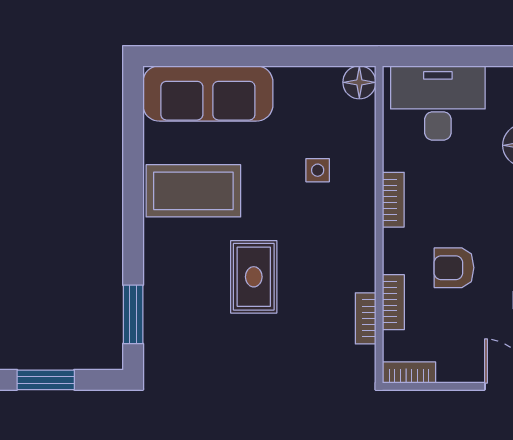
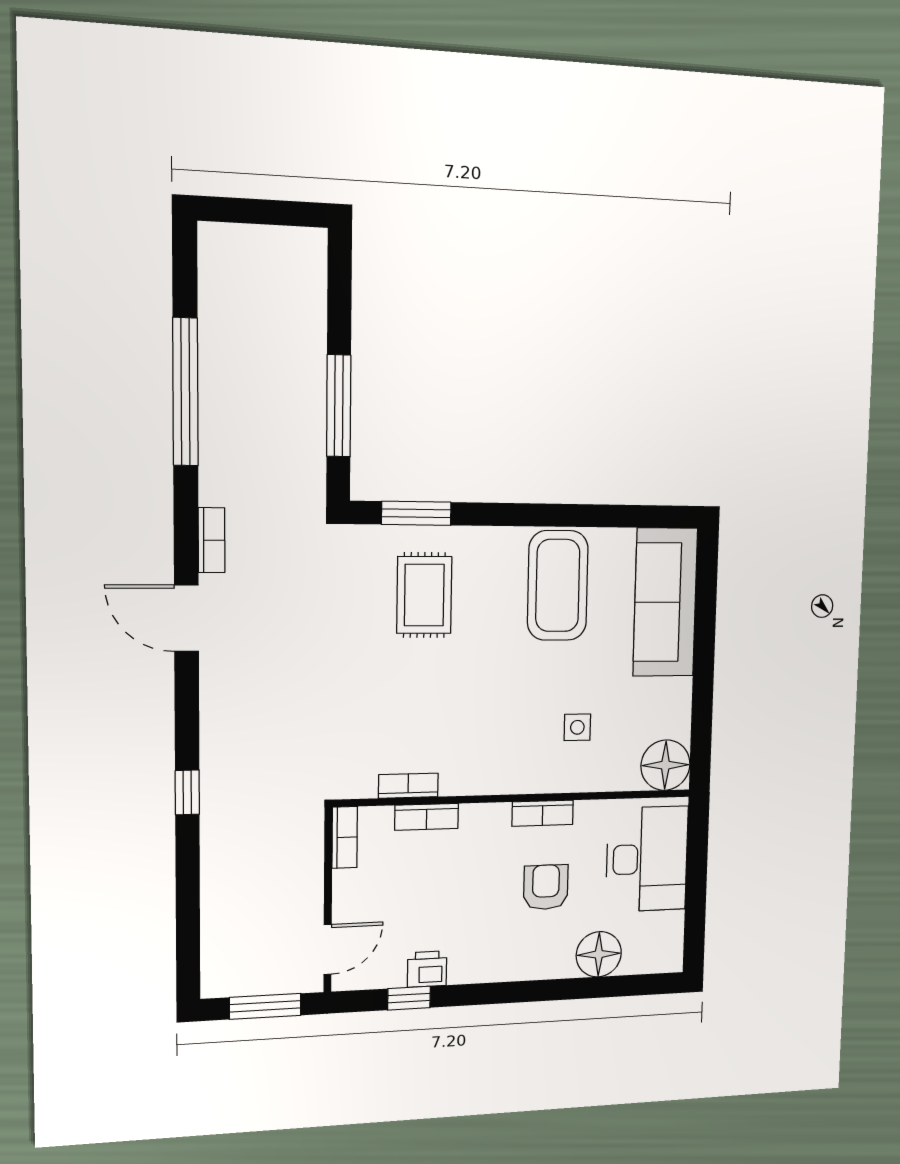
floor lamp: (359, 82) -> (665, 765), width x1.38, depth x1.38
armchair: (454, 268) -> (546, 887), moved
rug: (254, 277) -> (424, 595), moved, turned 90
window: (46, 380) -> (339, 406), width x1.44

